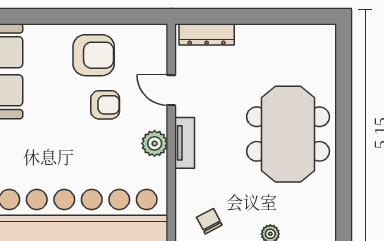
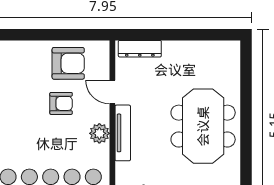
armchair: (94, 55) -> (68, 63), moved
tv unit: (185, 143) -> (123, 133), width x1.41

